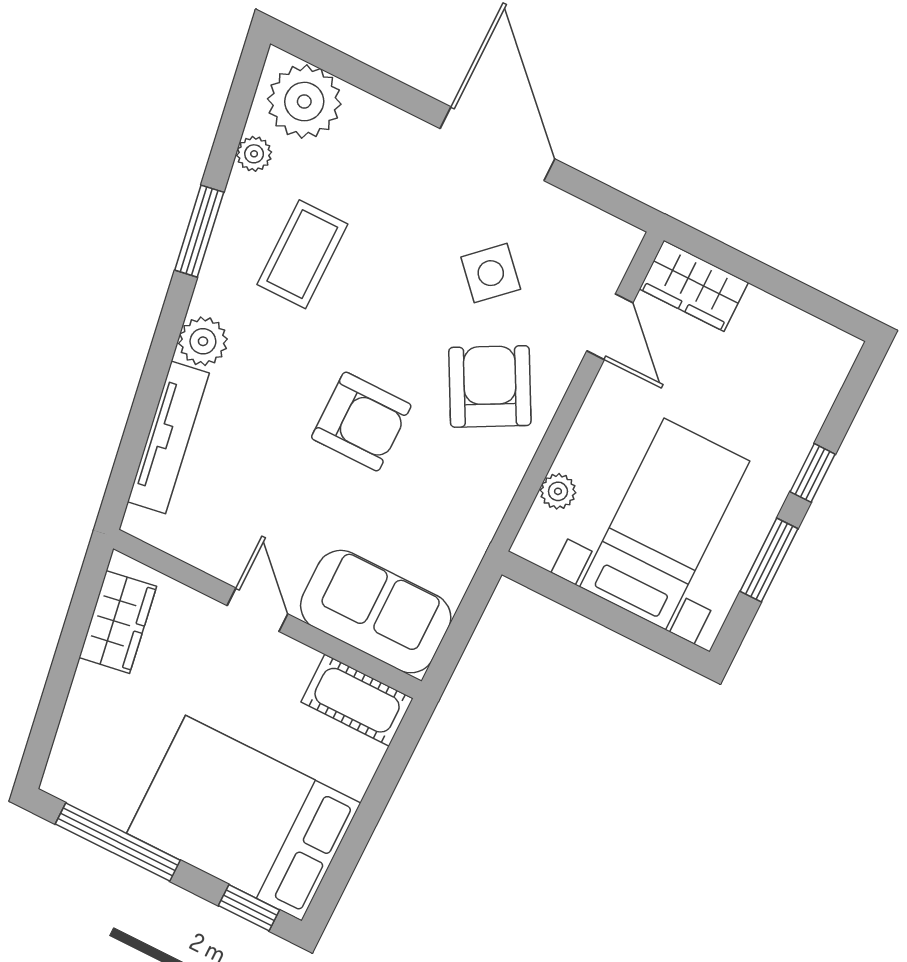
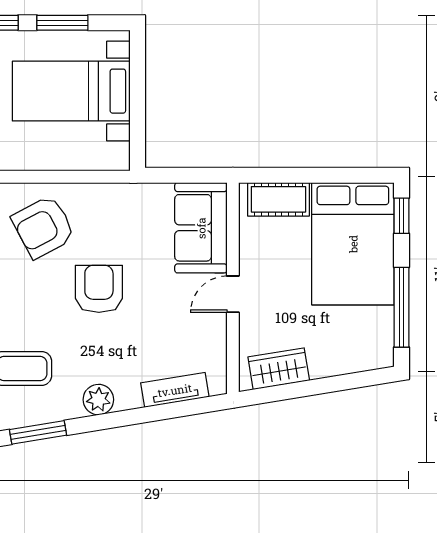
tv unit: (168, 437) -> (175, 390), width x0.71
plant: (558, 491) -> (83, 160), removed
cot: (357, 700) -> (278, 199), moved, turned 90

